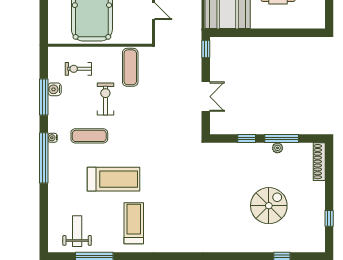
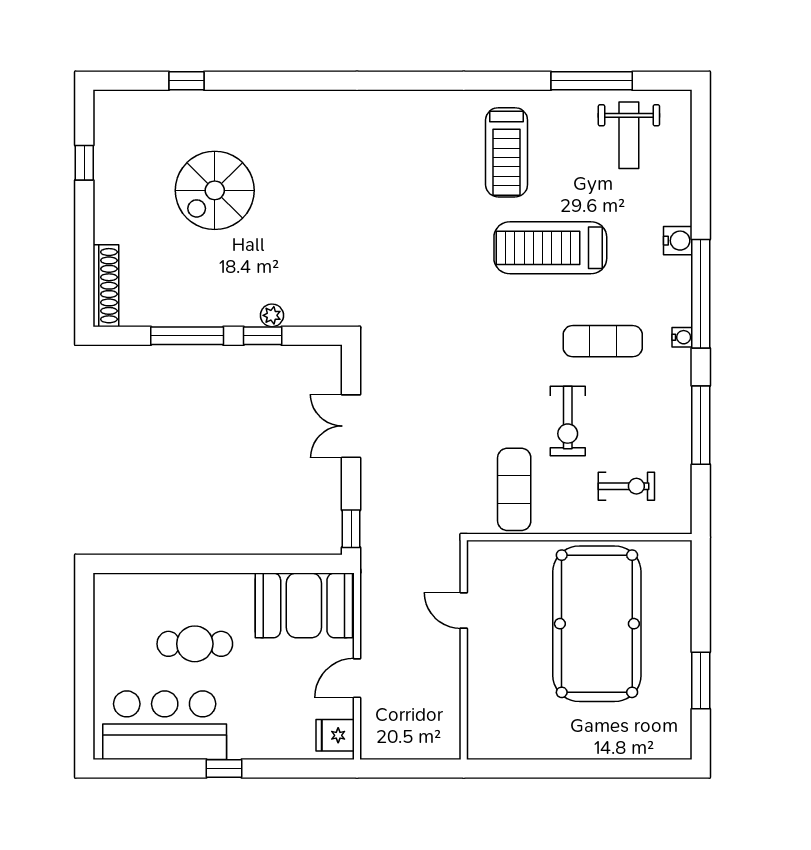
water cooler: (55, 89) -> (678, 241), moved
plant: (277, 148) -> (272, 315), moved

